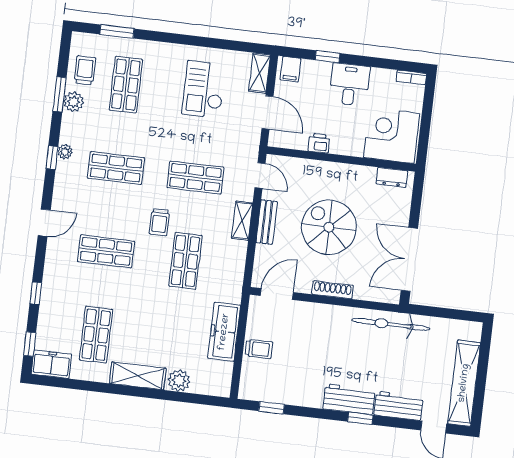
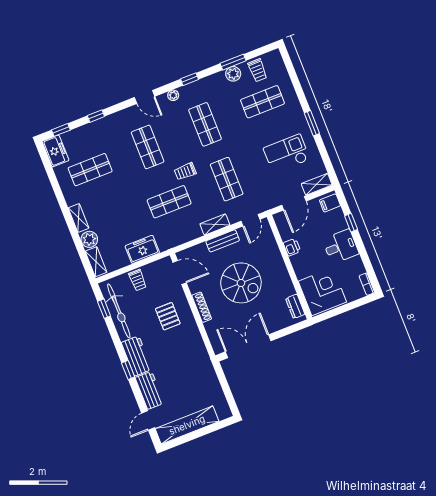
window: (117, 31) -> (312, 123), moved
trolley: (85, 70) -> (258, 70), turned 90
plant: (65, 152) -> (173, 95), moved
spiral stairs: (329, 227) -> (241, 283), turned 90
bicycle: (391, 324) -> (119, 311), moved, turned 180
freezer: (224, 332) -> (142, 249), width x0.71
pallet: (322, 336) -> (168, 316), added
shelving: (138, 376) -> (79, 218), width x0.67, depth x0.75
shelving: (210, 387) -> (96, 262), added

